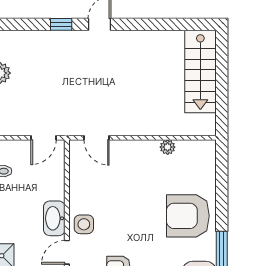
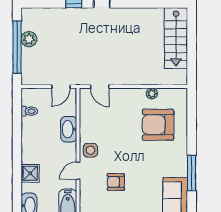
armchair: (188, 216) -> (158, 125), moved
washbasin: (54, 218) -> (69, 129), moved

